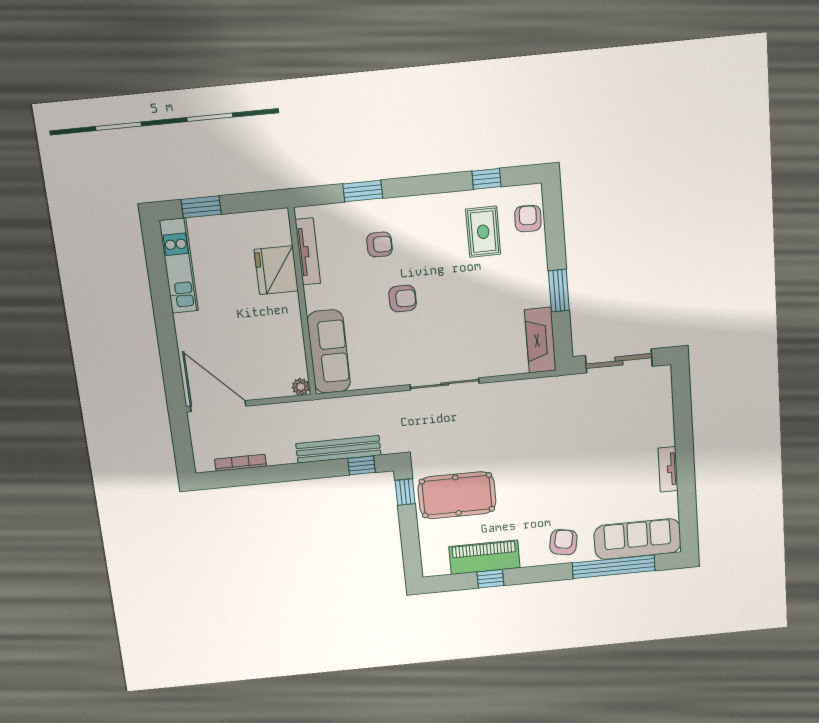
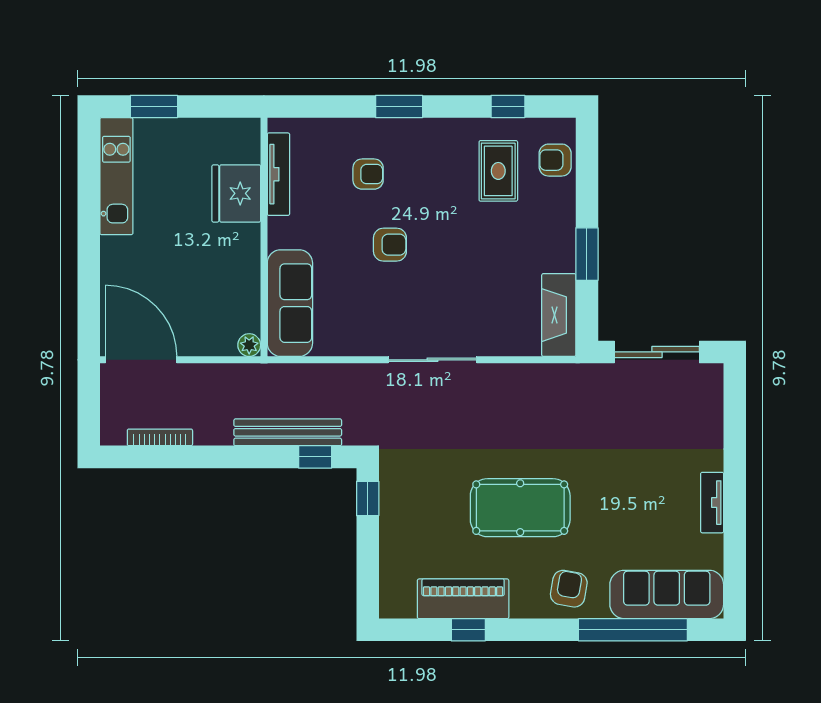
window: (363, 191) -> (399, 106), moved
armchair: (528, 219) -> (555, 160), turned -92
pool table: (457, 495) -> (520, 508), moved

